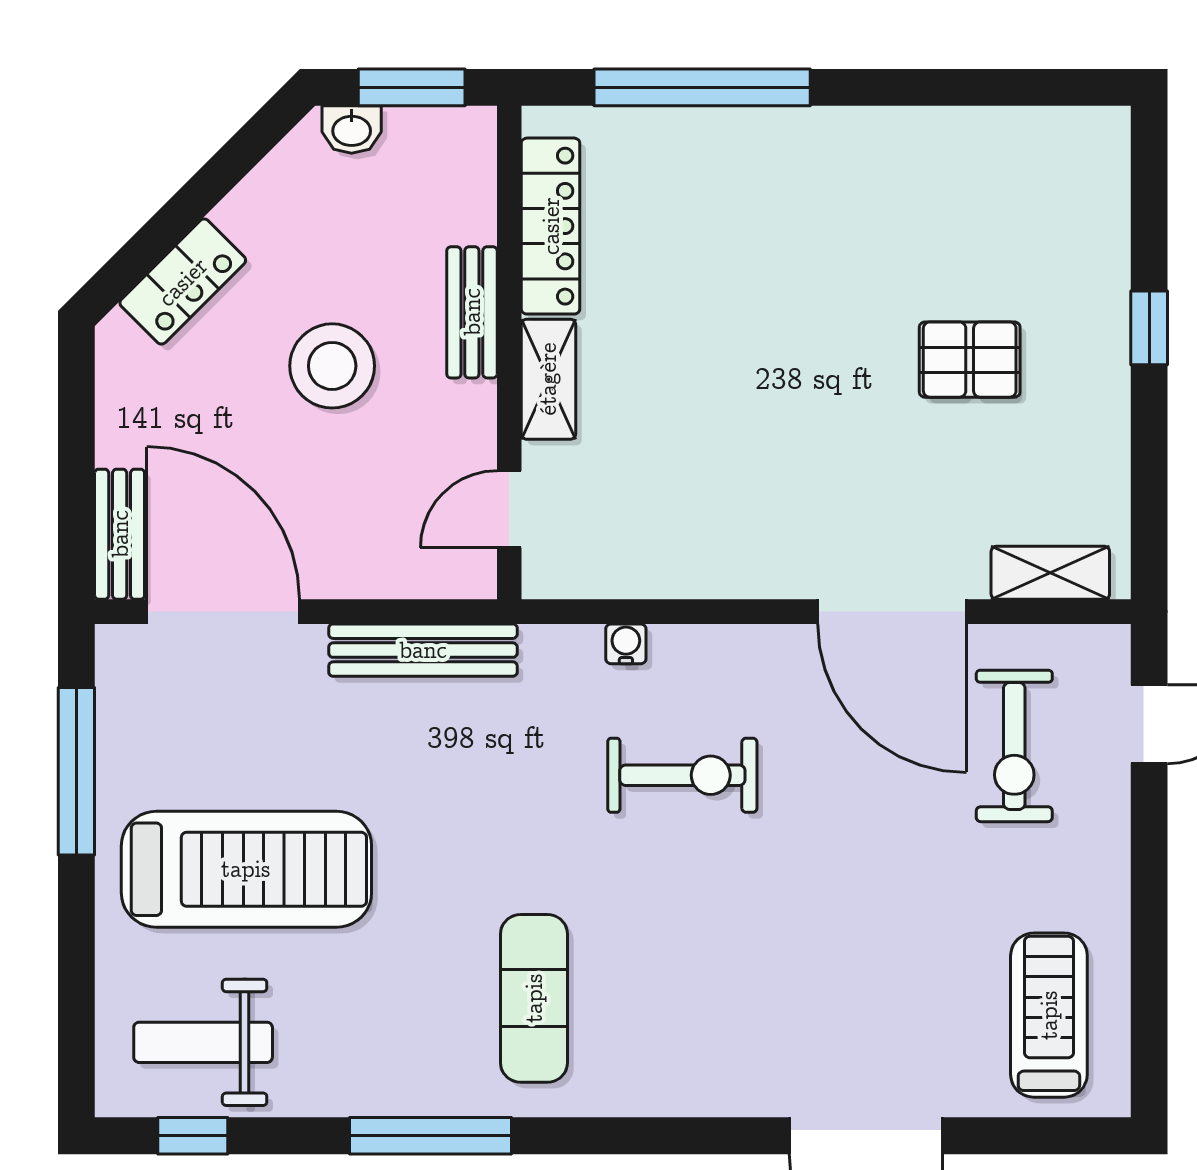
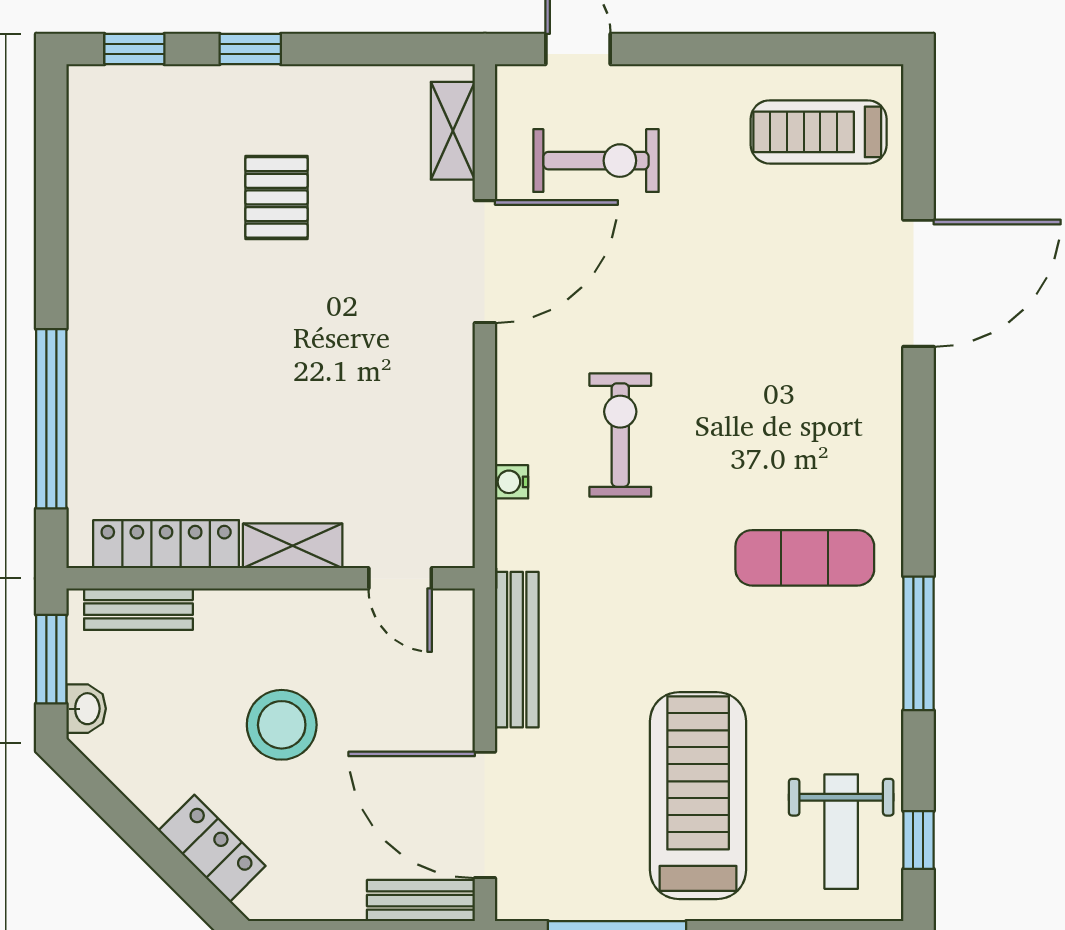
window: (1149, 188) -> (134, 49), added
bench: (472, 312) -> (138, 609), moved
door: (223, 612) -> (485, 815), hinge flipped

